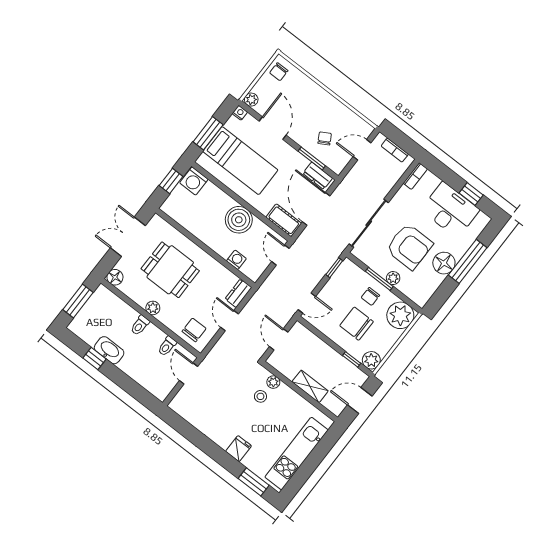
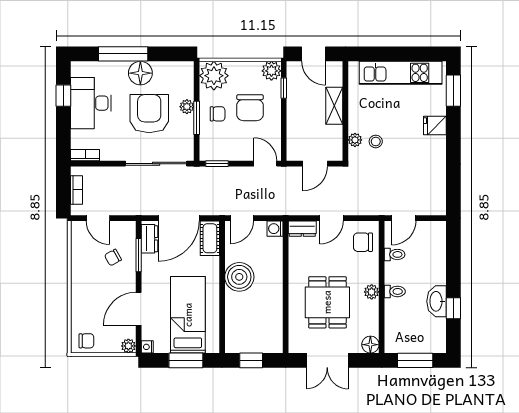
washing machine: (194, 181) -> (236, 341), removed
washing machine: (236, 260) -> (275, 229), moved

